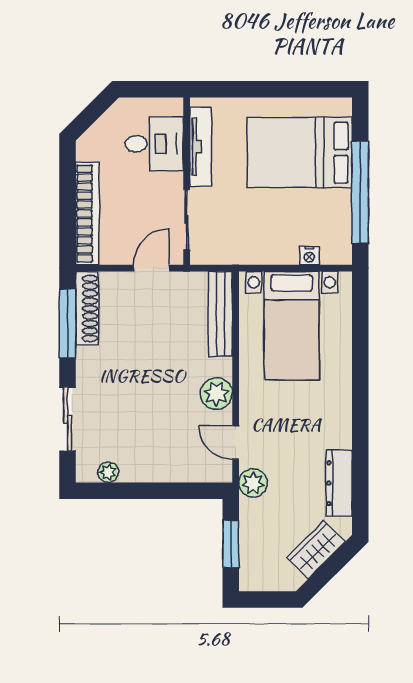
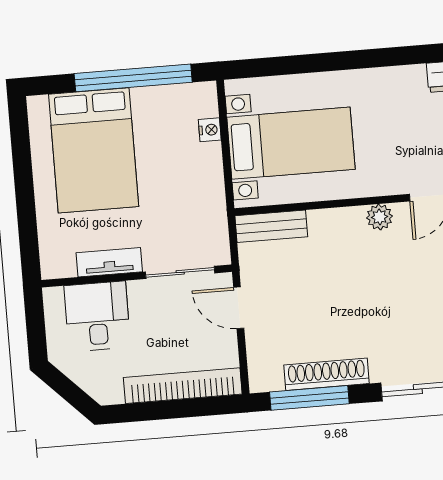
tv unit: (201, 147) -> (109, 262), width x0.71
shoe rack: (87, 308) -> (327, 374), moved
bench: (220, 314) -> (271, 226), width x0.73
plant: (216, 394) -> (380, 217), width x0.73, depth x0.73

